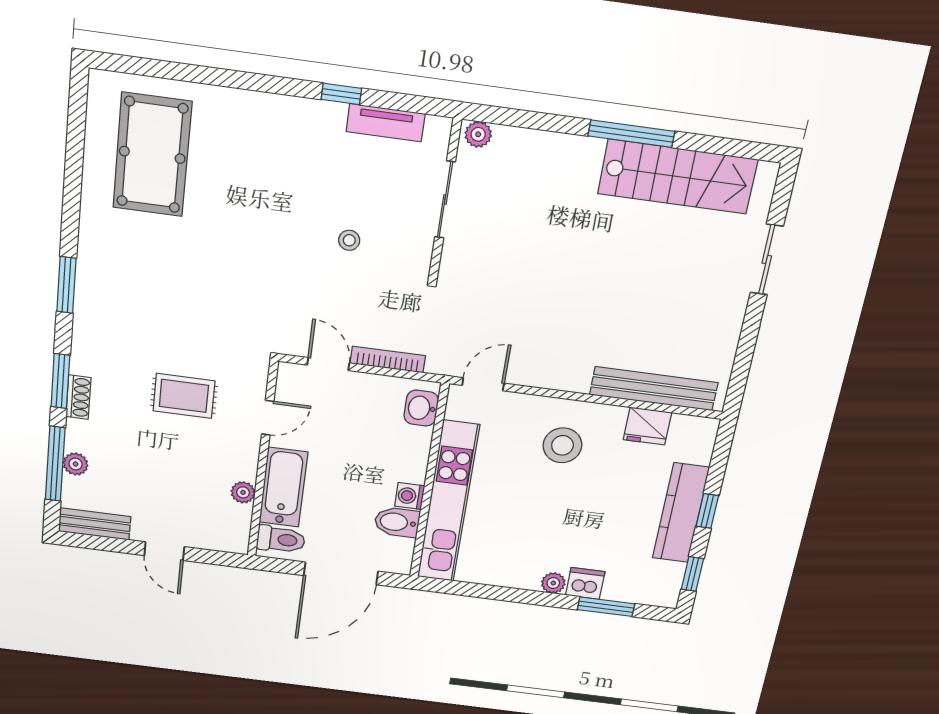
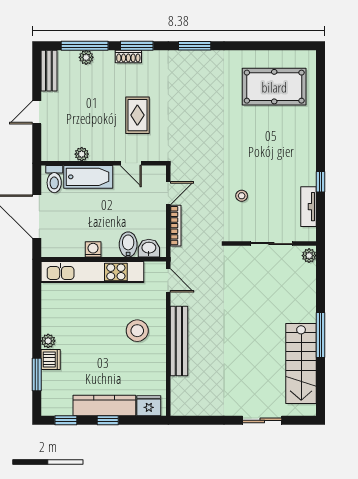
bench: (654, 389) -> (179, 341), moved
fridge: (647, 426) -> (149, 406), moved, turned 90
bidet: (397, 522) -> (128, 244), moved

